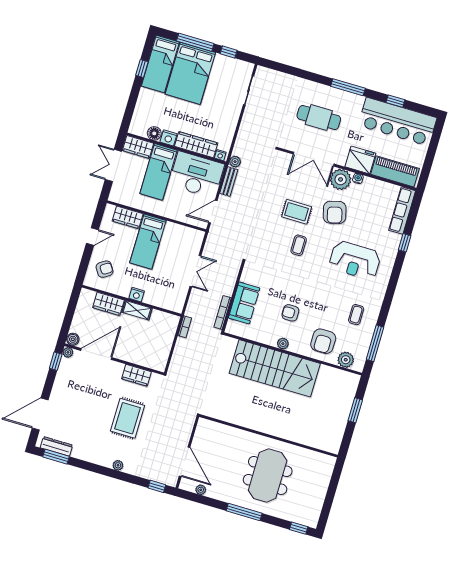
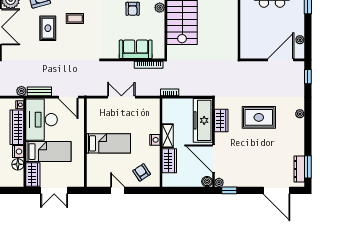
wardrobe: (128, 217) -> (93, 166), removed
freezer: (143, 355) -> (203, 120), added

